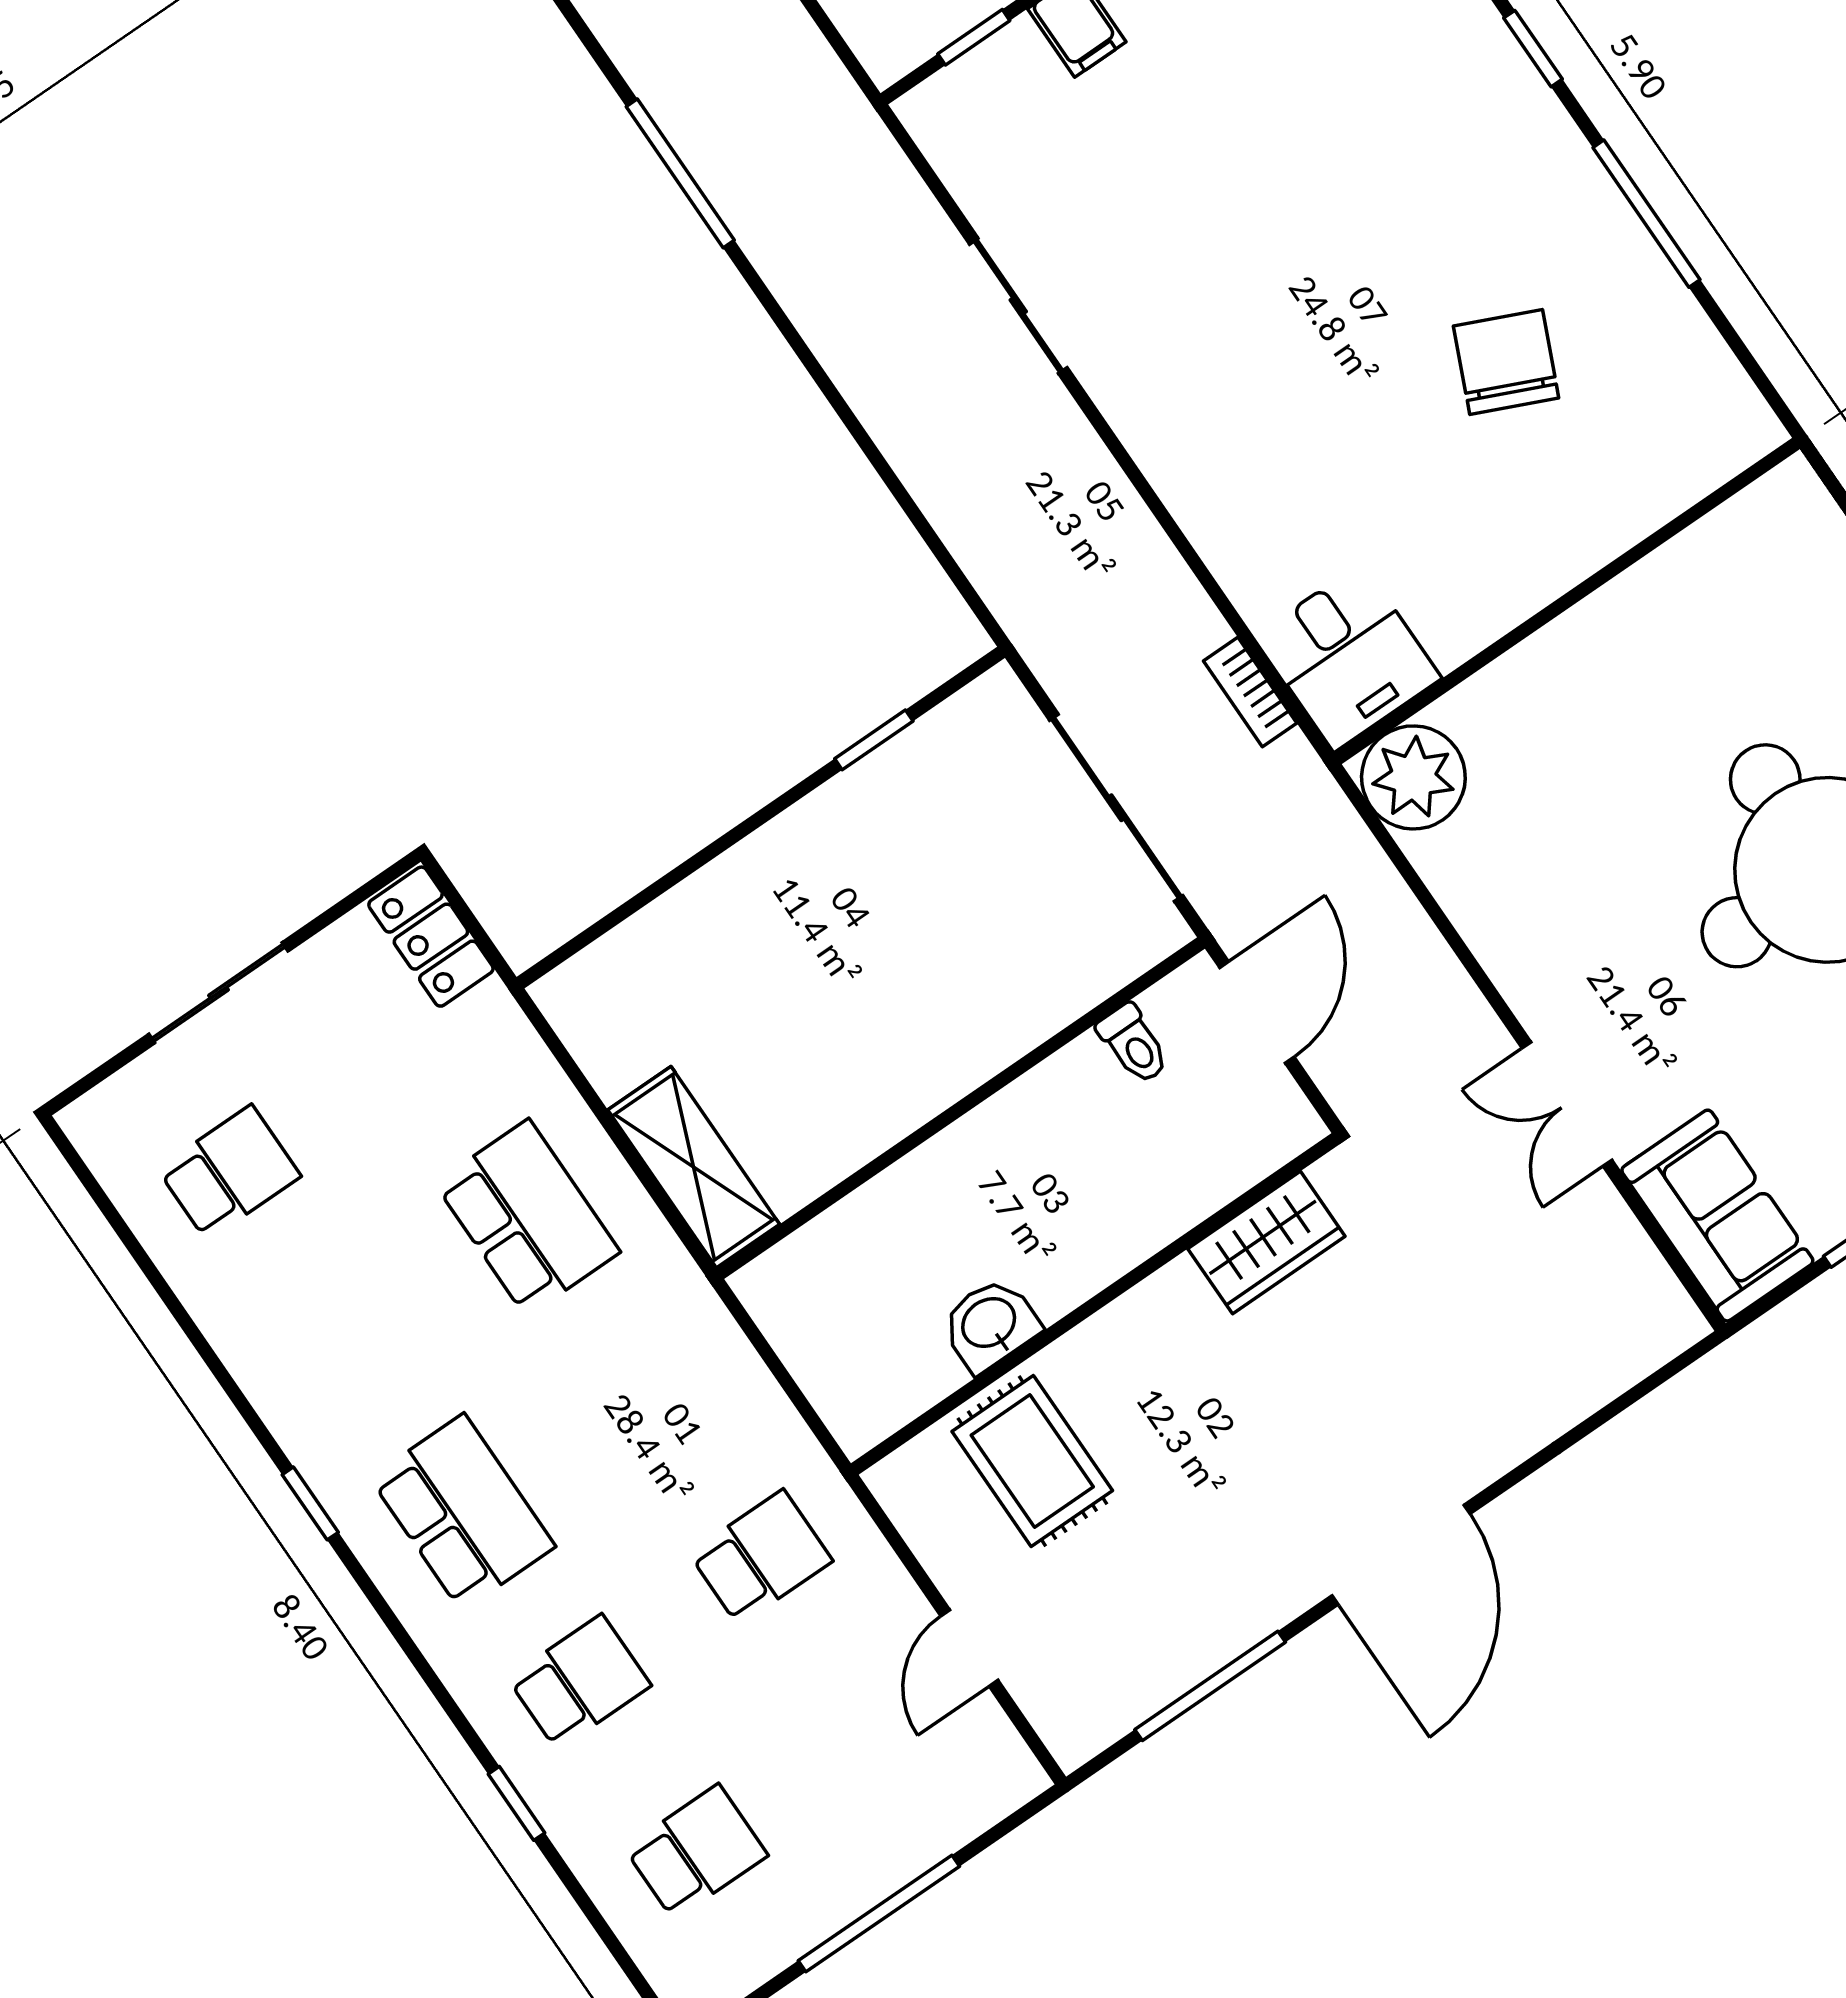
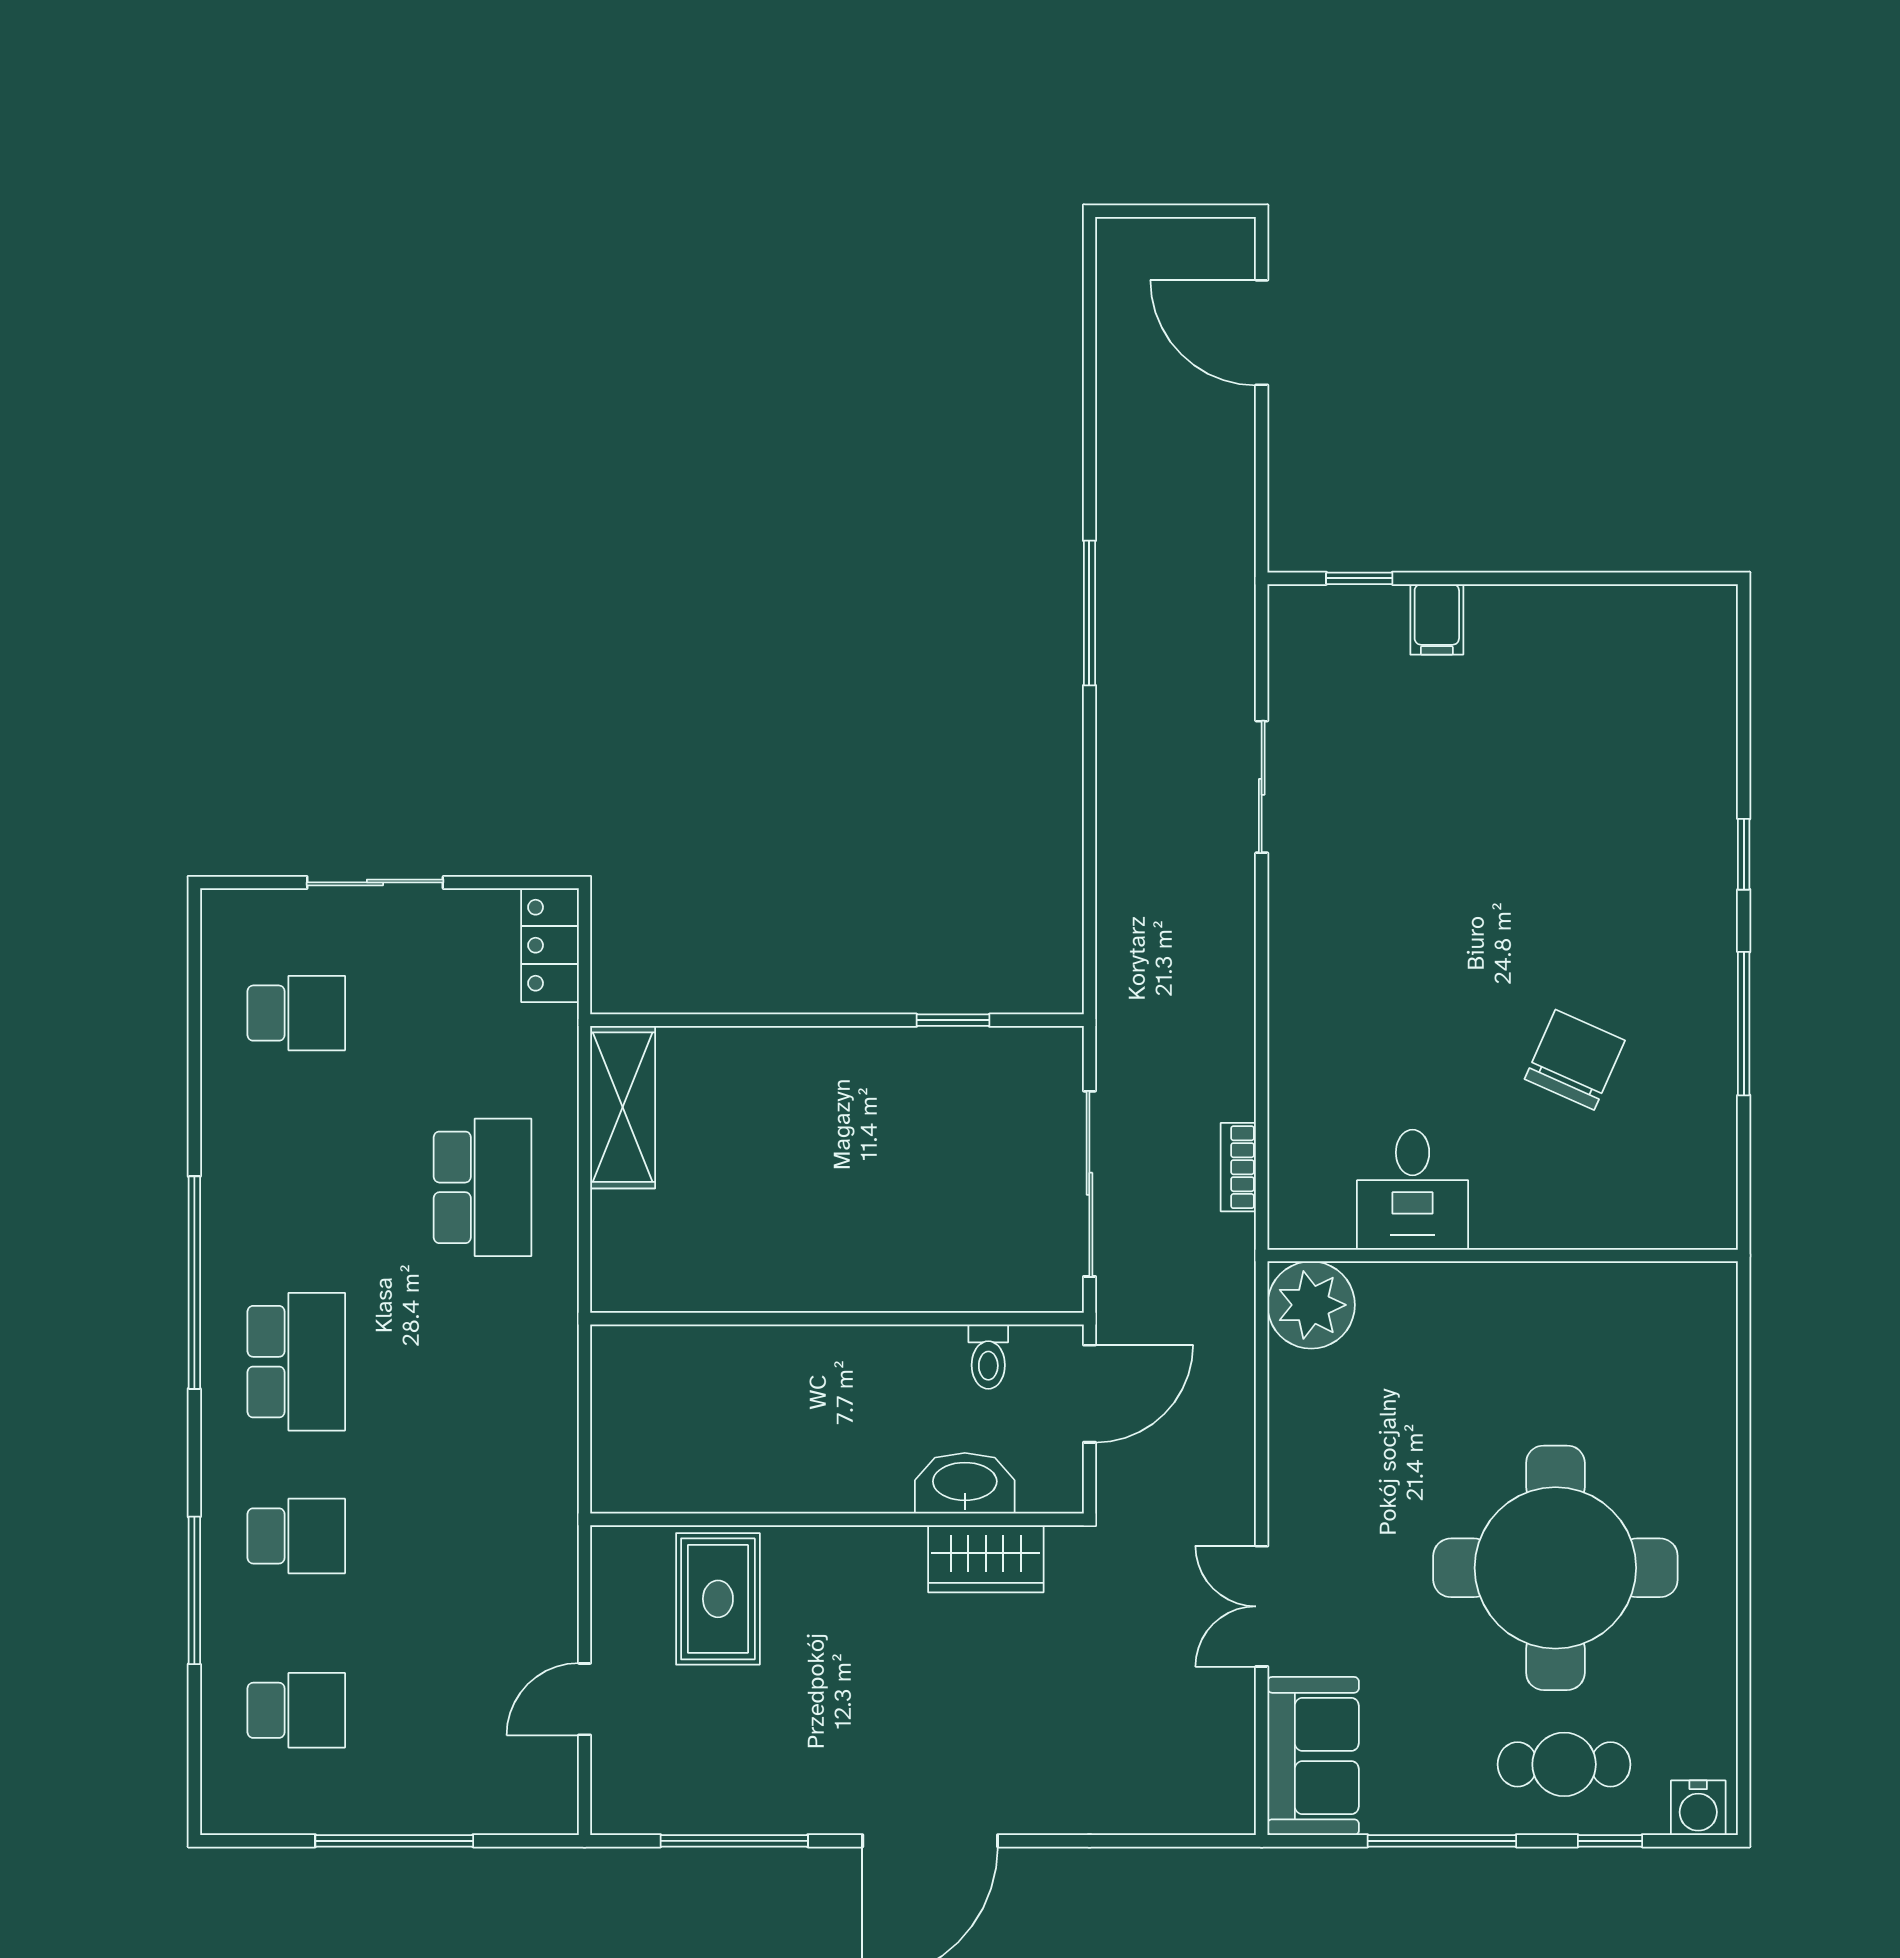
window: (680, 173) -> (1089, 613), moved
desk: (1348, 657) -> (1413, 1190), moved
shelving: (694, 1167) -> (623, 1107), moved
washbasin: (990, 1324) -> (965, 1483), moved, width x1.38
window: (310, 1503) -> (194, 1283), width x3.17
school desk: (761, 1557) -> (483, 1536), removed
window: (516, 1803) -> (194, 1590), width x2.17

